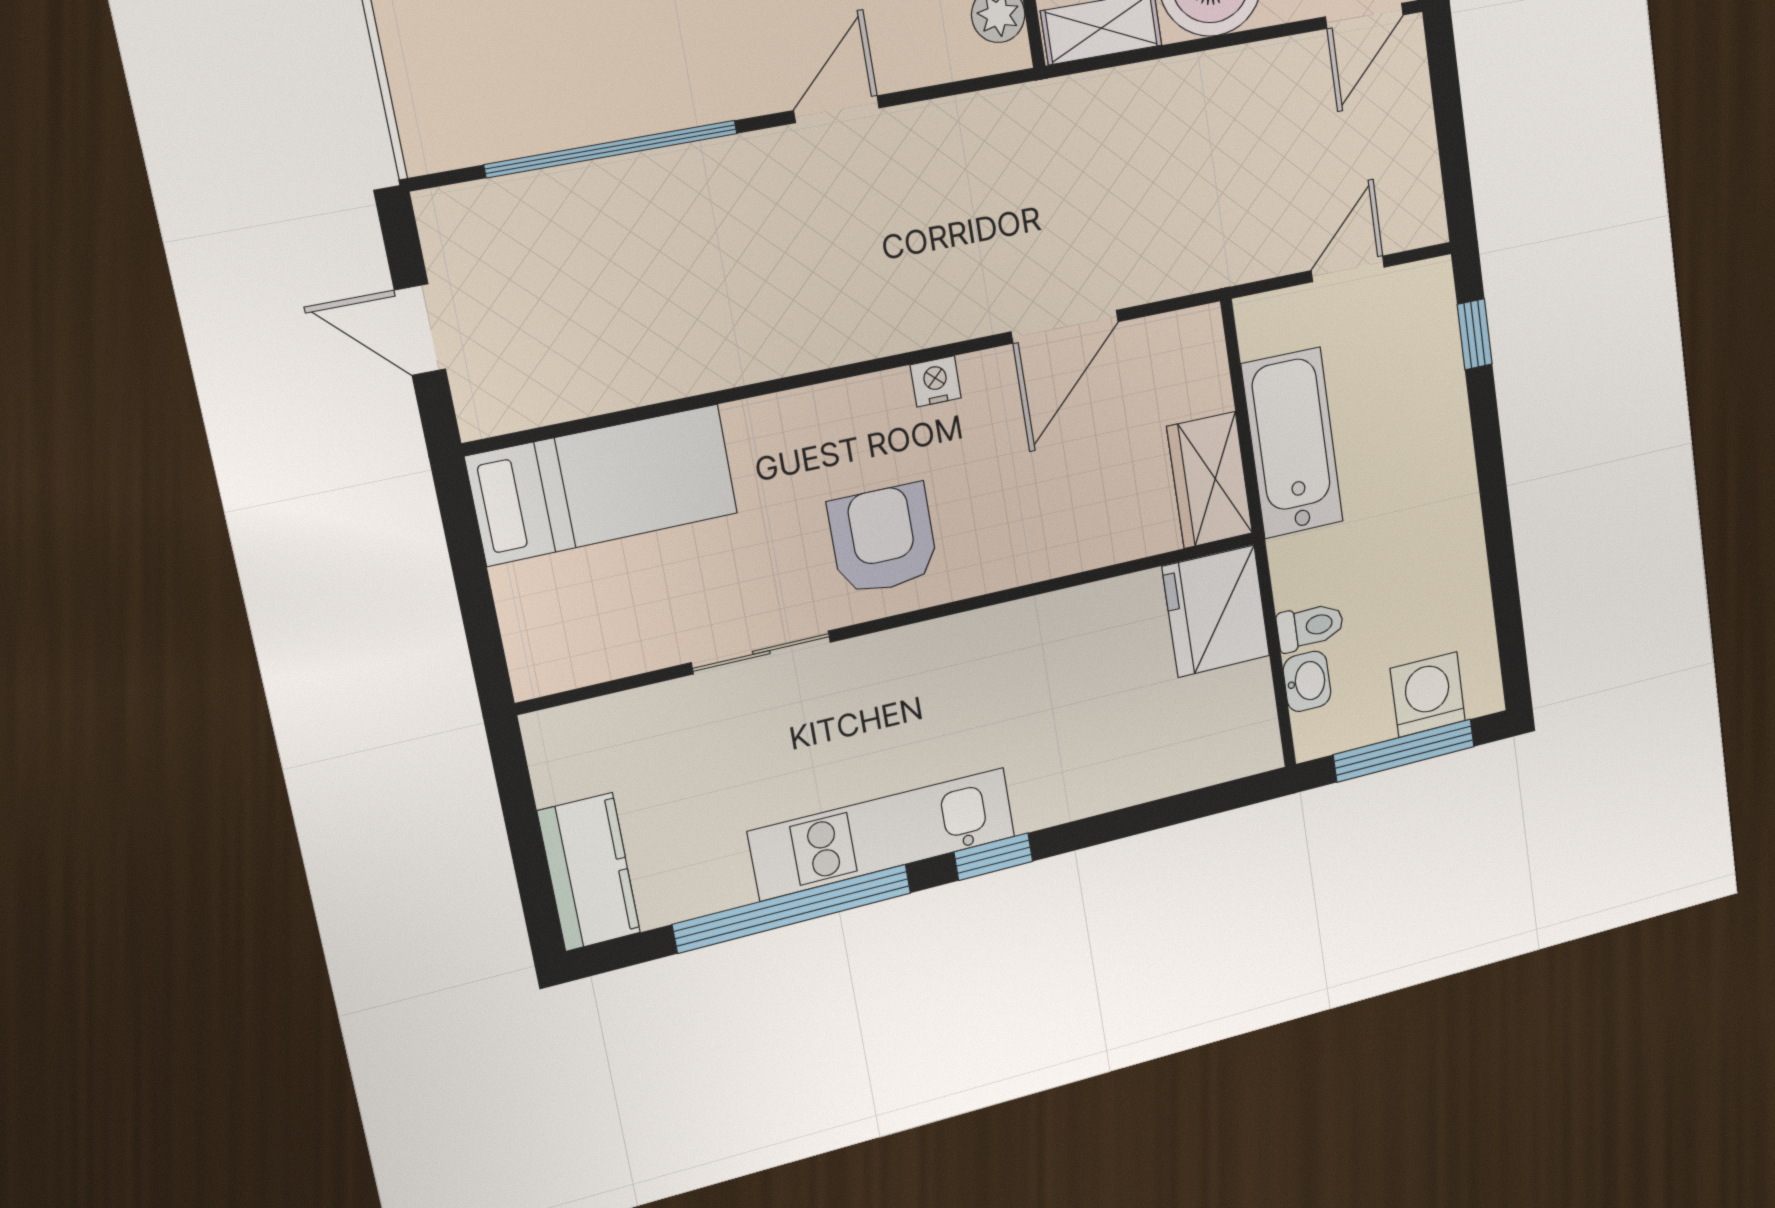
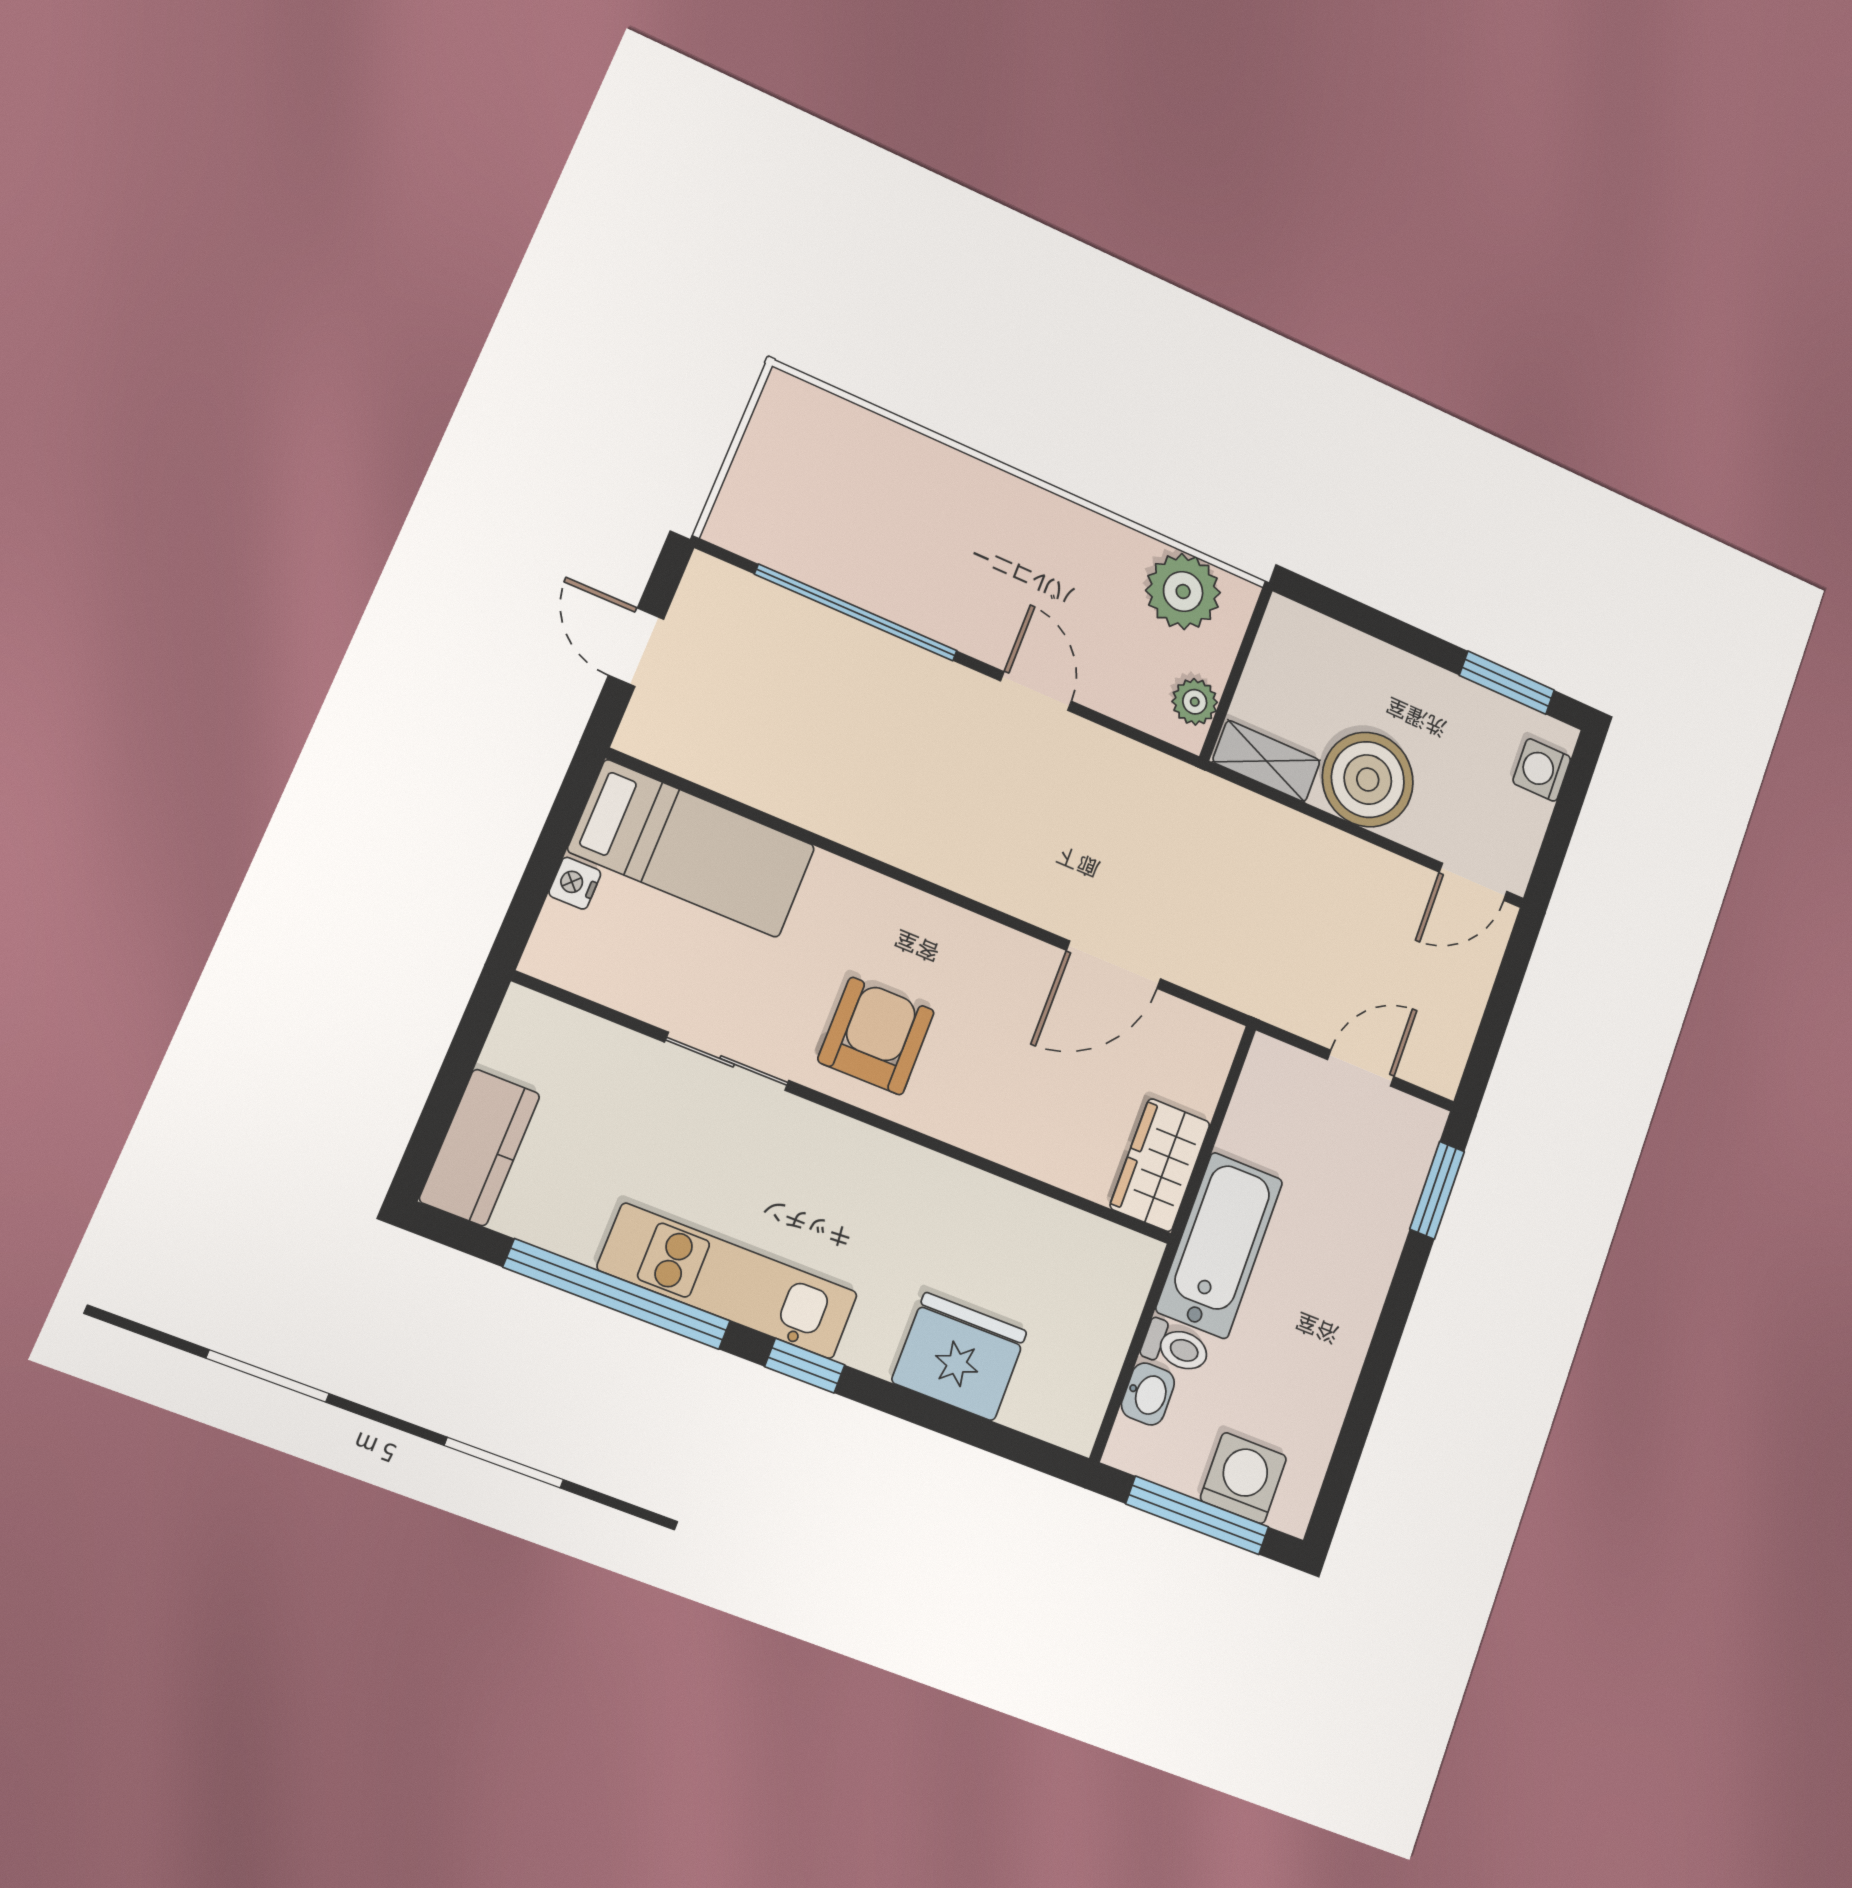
door: (837, 109) -> (1036, 691), hinge flipped
window: (1475, 334) -> (1437, 1190), width x1.50
nightstand: (936, 381) -> (575, 883), moved, turned -90
bathtub: (1292, 443) -> (1219, 1245), moved
fridge: (1216, 611) -> (959, 1357), moved, turned 90

